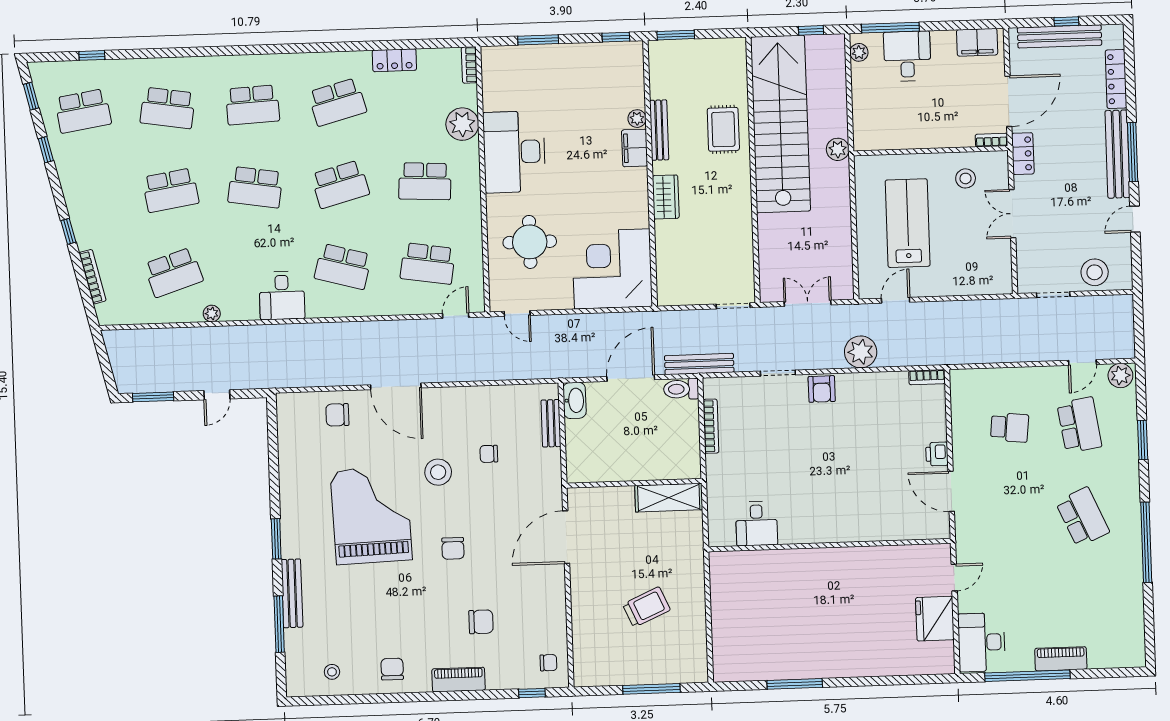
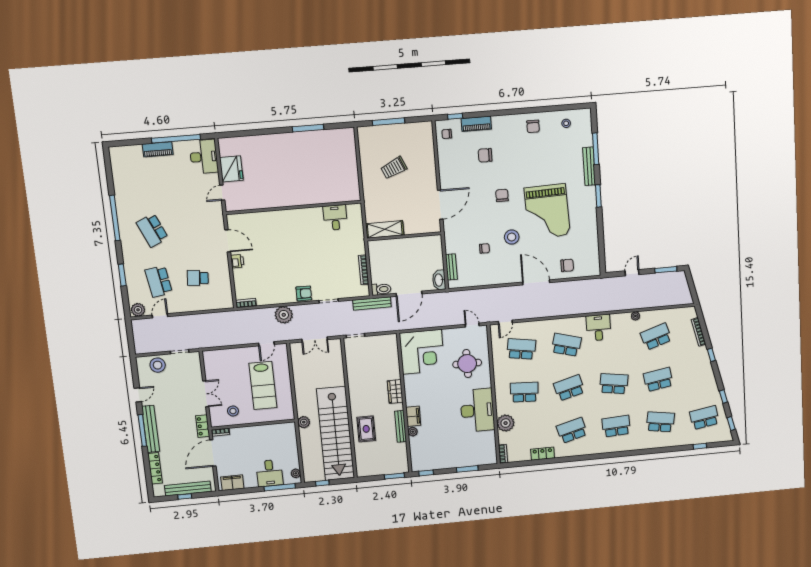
armchair: (822, 389) -> (304, 293), turned 90
piano: (459, 680) -> (476, 124), moved

